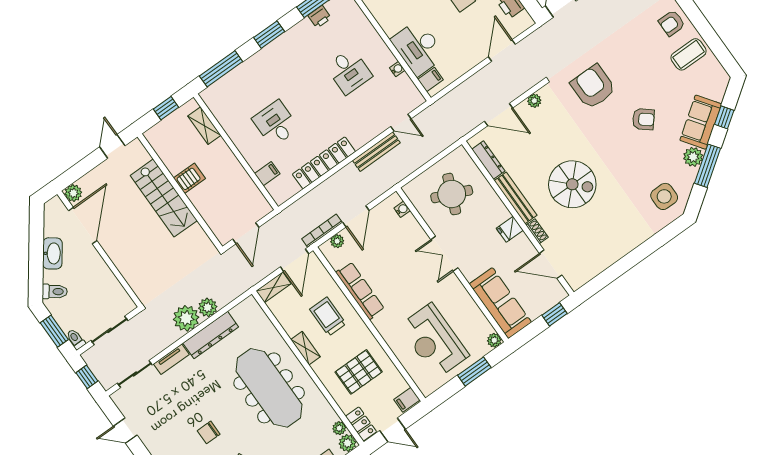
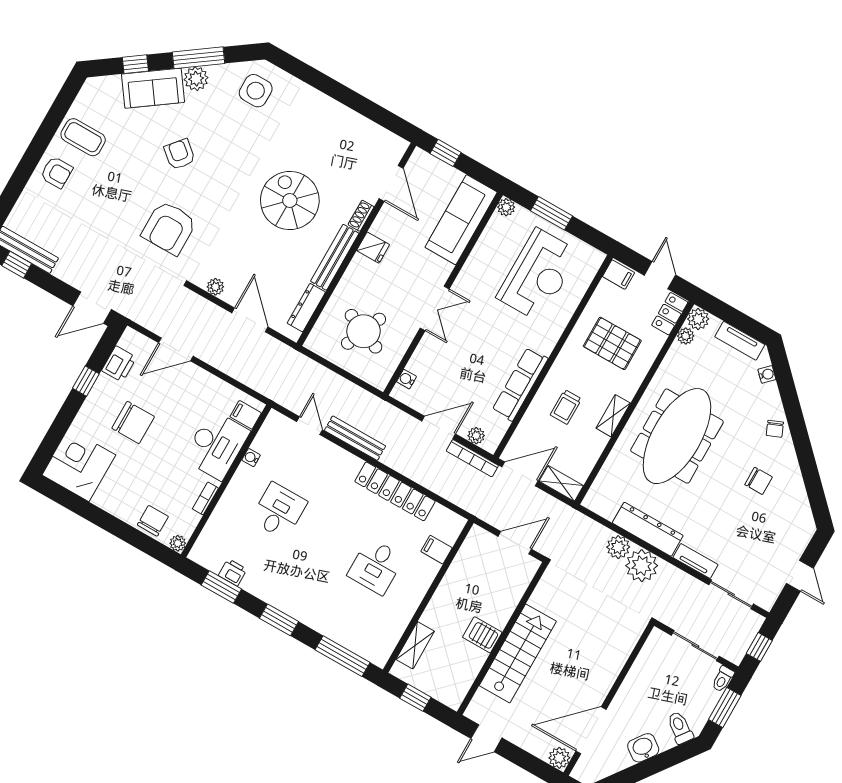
bookcase: (383, 22) -> (205, 498), added
washbasin: (52, 253) -> (643, 748), width x0.72
trolley: (328, 317) -> (566, 407), width x0.73, depth x0.72

